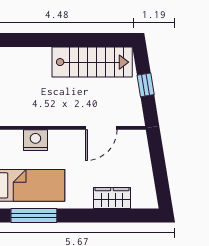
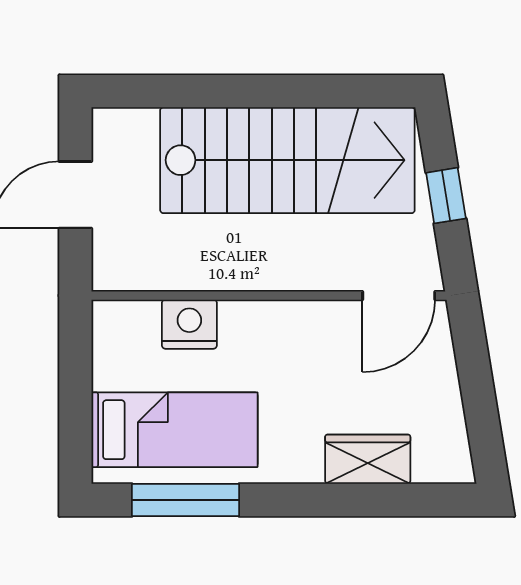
stairs: (92, 62) -> (287, 160), width x1.36, depth x1.51
door: (101, 128) -> (399, 296), moved

